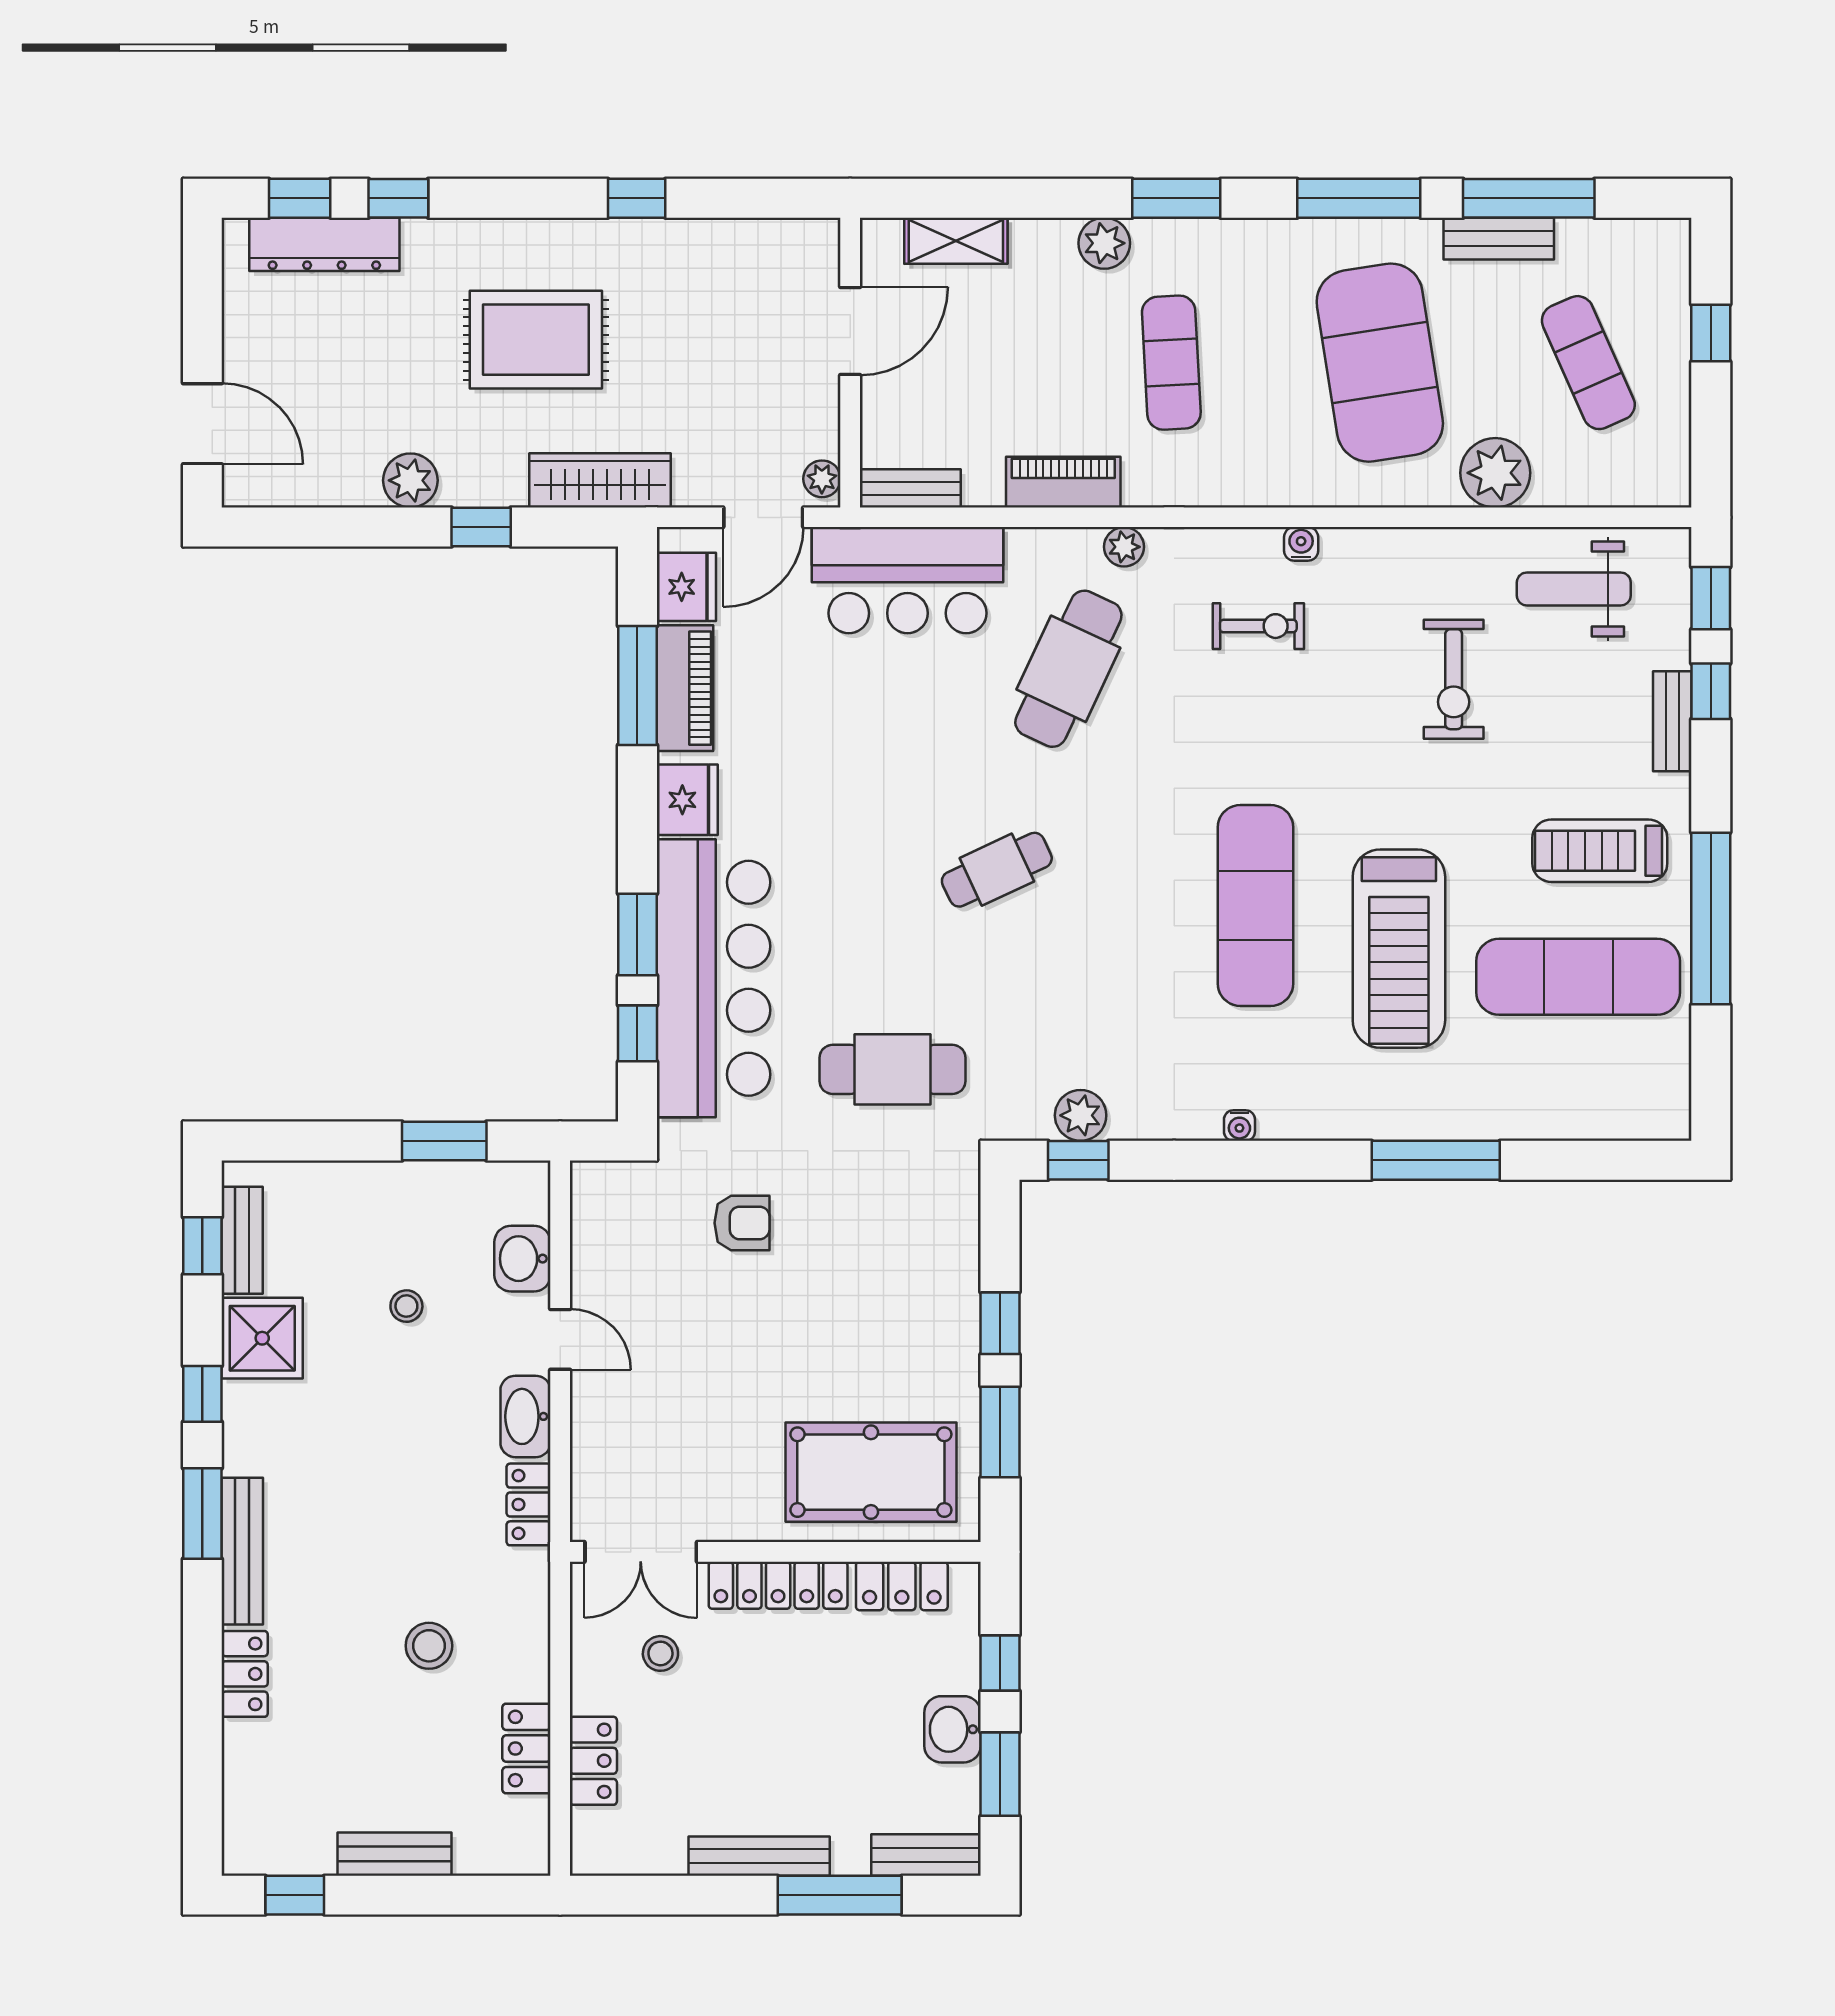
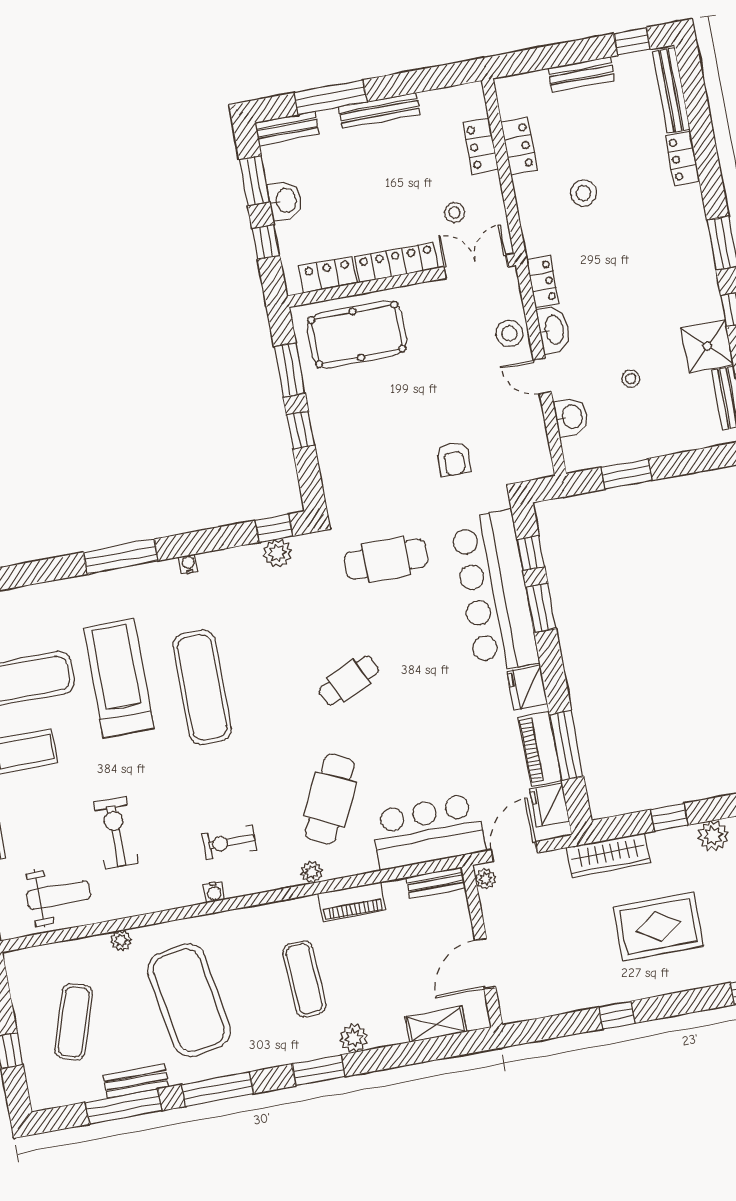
exercise mat: (1588, 363) -> (74, 1022), turned 42
plant: (1495, 473) -> (121, 941), width x0.53, depth x0.53
window: (1436, 1160) -> (121, 557), moved
armchair: (742, 1223) -> (454, 459), turned -90
stool: (604, 1425) -> (509, 333), added
bench: (242, 1551) -> (671, 90), moved

